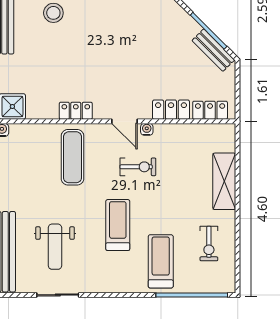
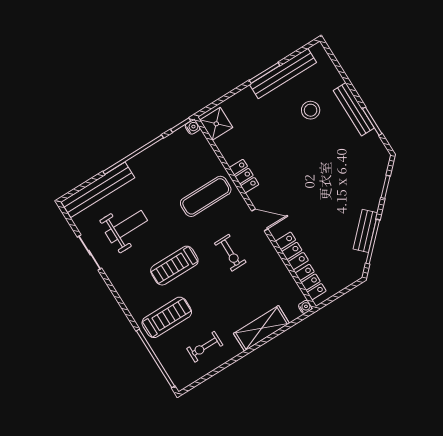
bench: (213, 50) -> (365, 231), moved
door: (125, 121) -> (260, 220), swing flipped
water cooler: (147, 129) -> (305, 307), moved
treadmill: (118, 225) -> (174, 266), turned 180
weight bench: (55, 247) -> (126, 227), turned 180

